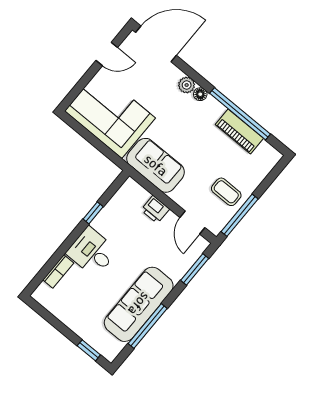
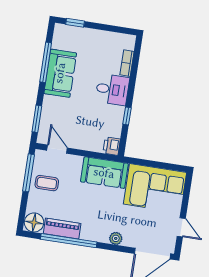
door: (107, 54) -> (181, 227), swing flipped
floor lamp: (200, 94) -> (34, 222), moved, width x1.89, depth x1.89
printer: (155, 209) -> (112, 146), moved, turned -90
sofa: (139, 304) -> (60, 73), width x0.73

